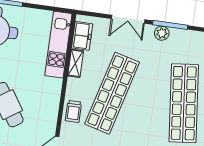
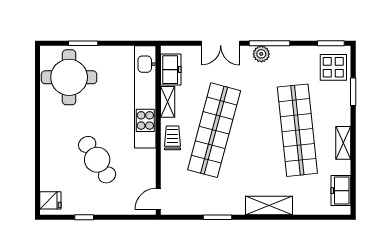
kitchen unit: (58, 45) -> (145, 97), width x1.36
trolley: (73, 111) -> (173, 138), moved, turned 180

